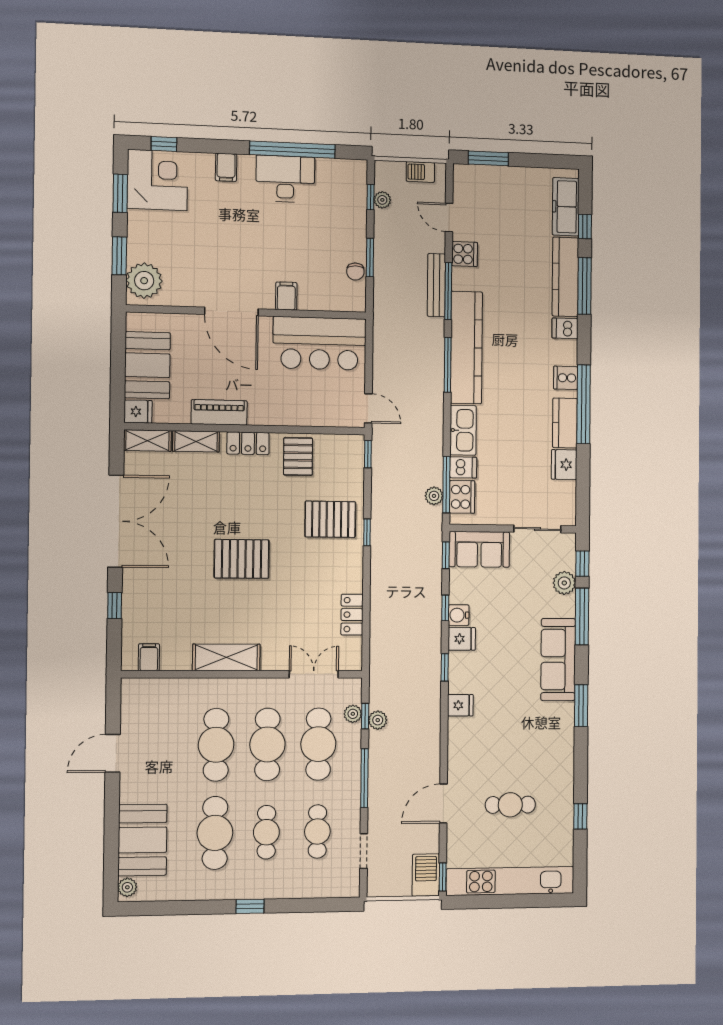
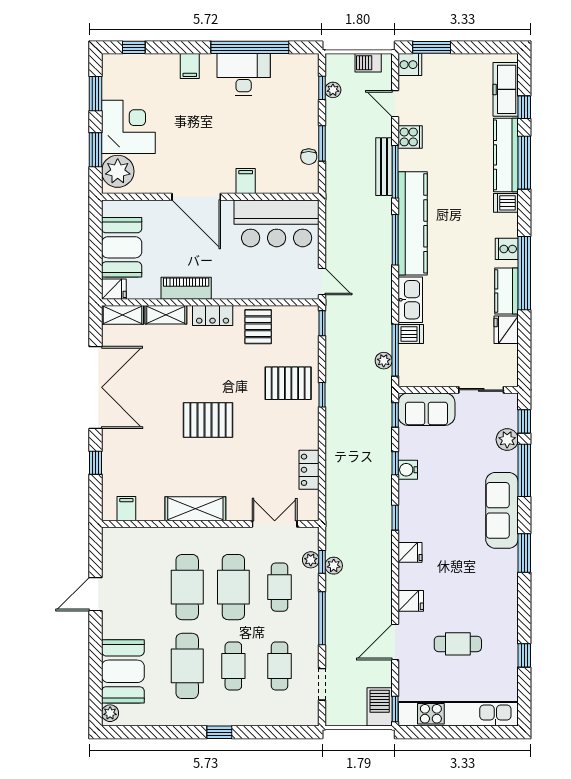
corner desk: (157, 180) -> (128, 127), moved
cooker: (462, 497) -> (410, 65), moved, width x0.73
fridge: (462, 639) -> (411, 601), moved
cafe table: (318, 744) -> (280, 587), width x0.73, depth x0.74

